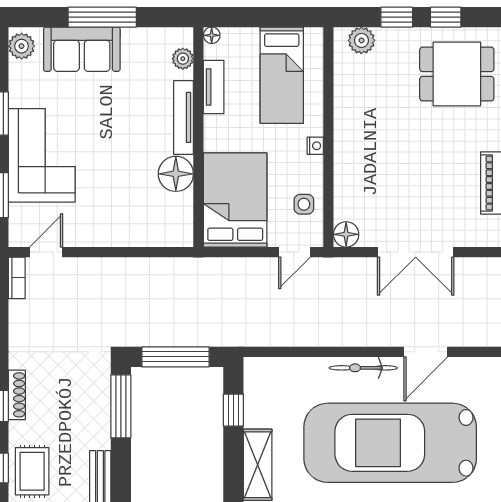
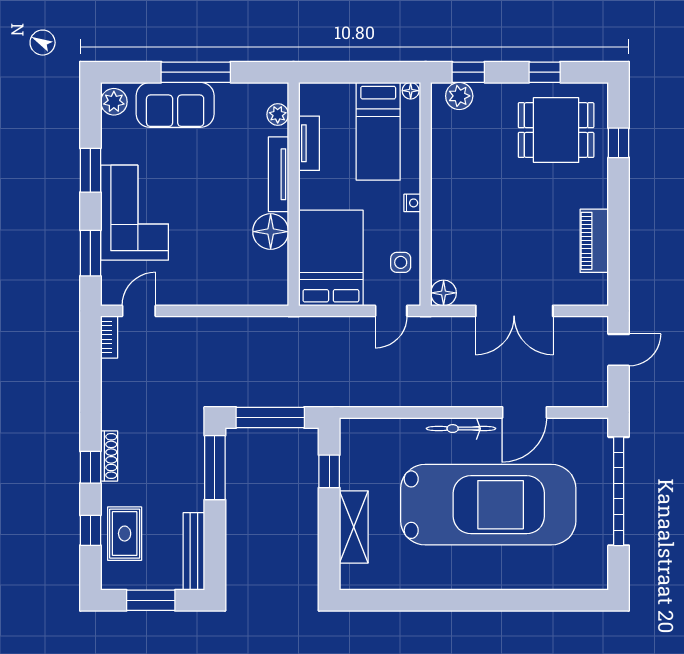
window: (397, 17) -> (468, 72), moved
floor lamp: (212, 35) -> (411, 91), moved
car: (390, 443) -> (488, 505), turned 180

